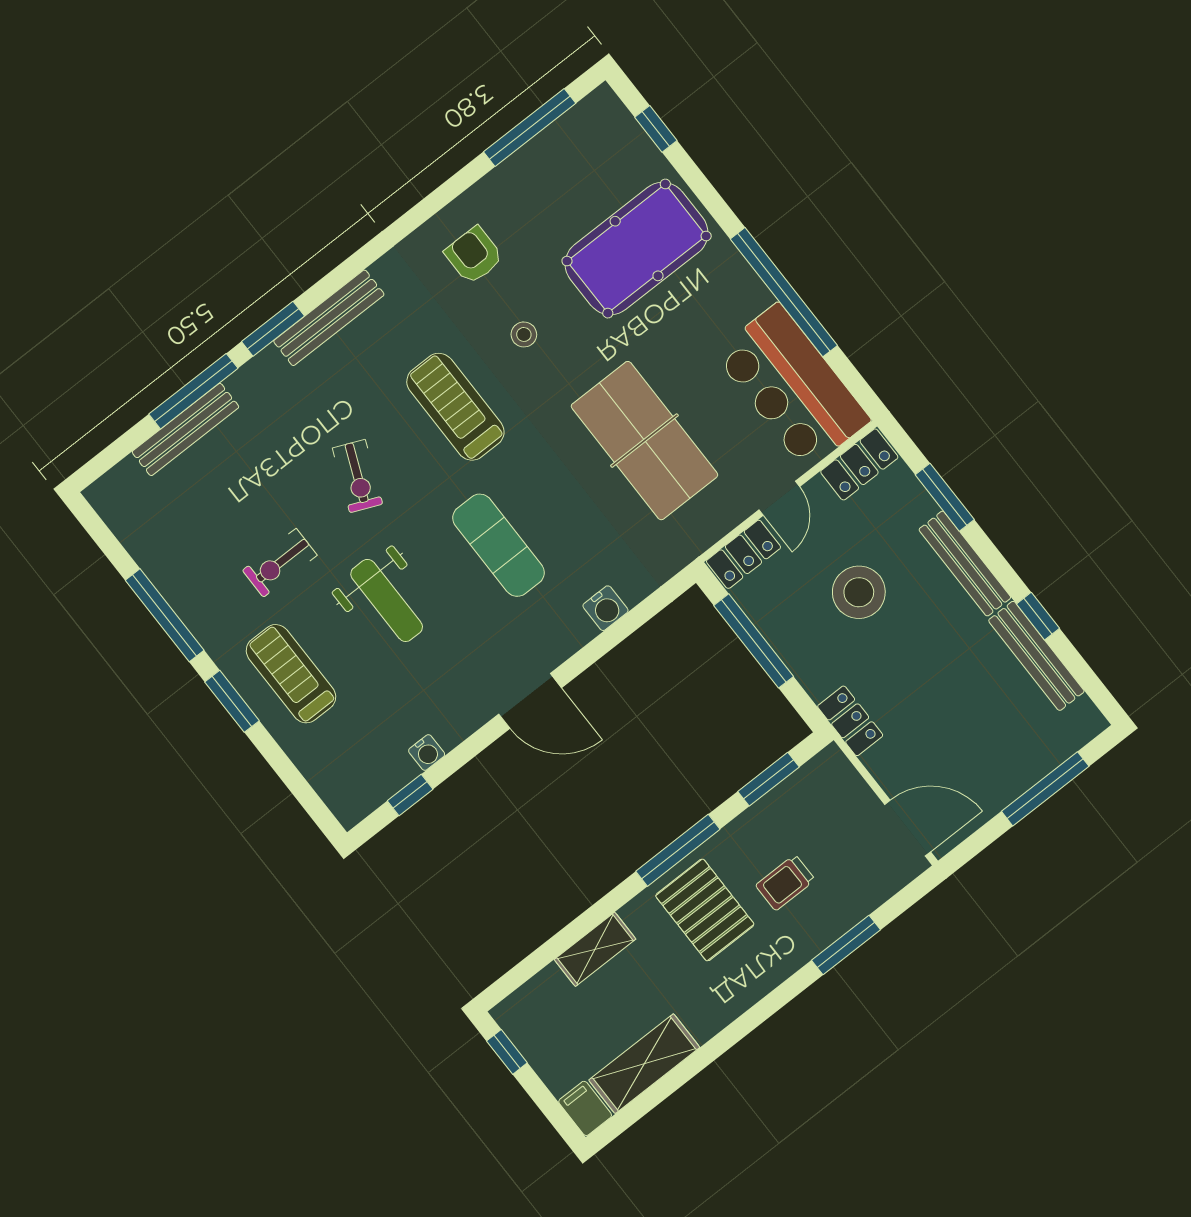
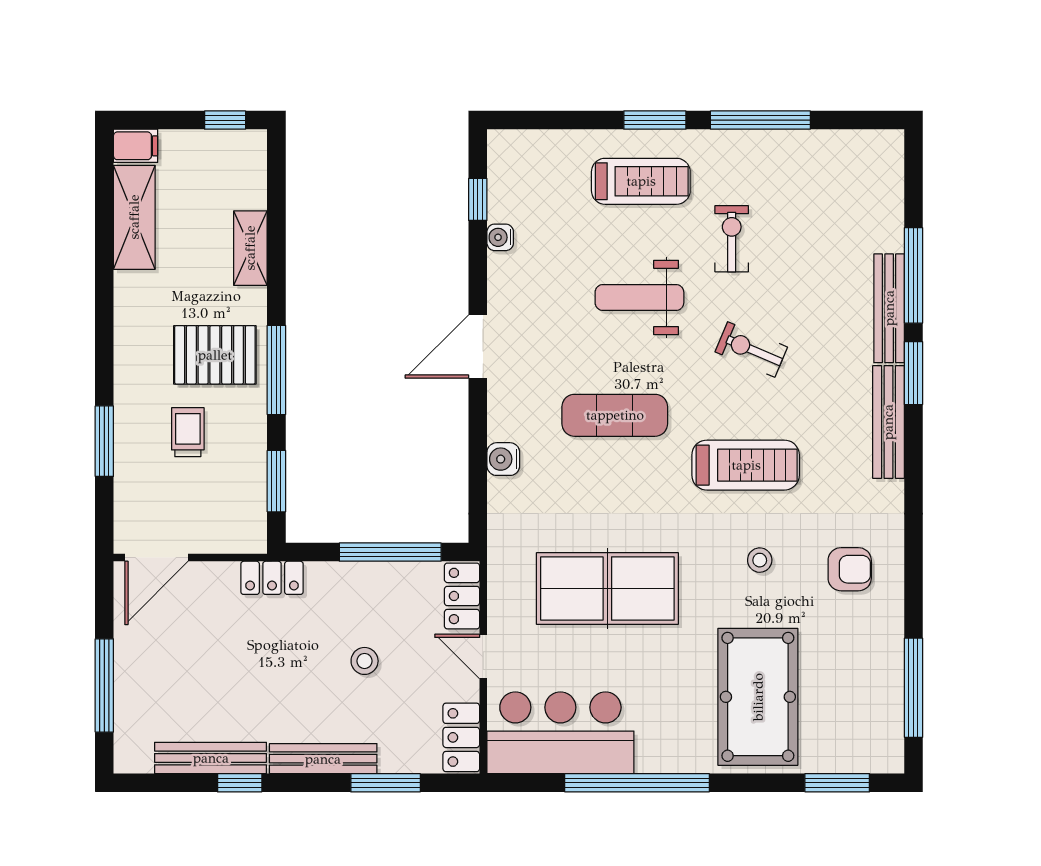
window: (656, 129) -> (837, 783), width x1.50
bench: (186, 429) -> (889, 308), moved
stool: (859, 592) -> (365, 661), width x0.53, depth x0.53

